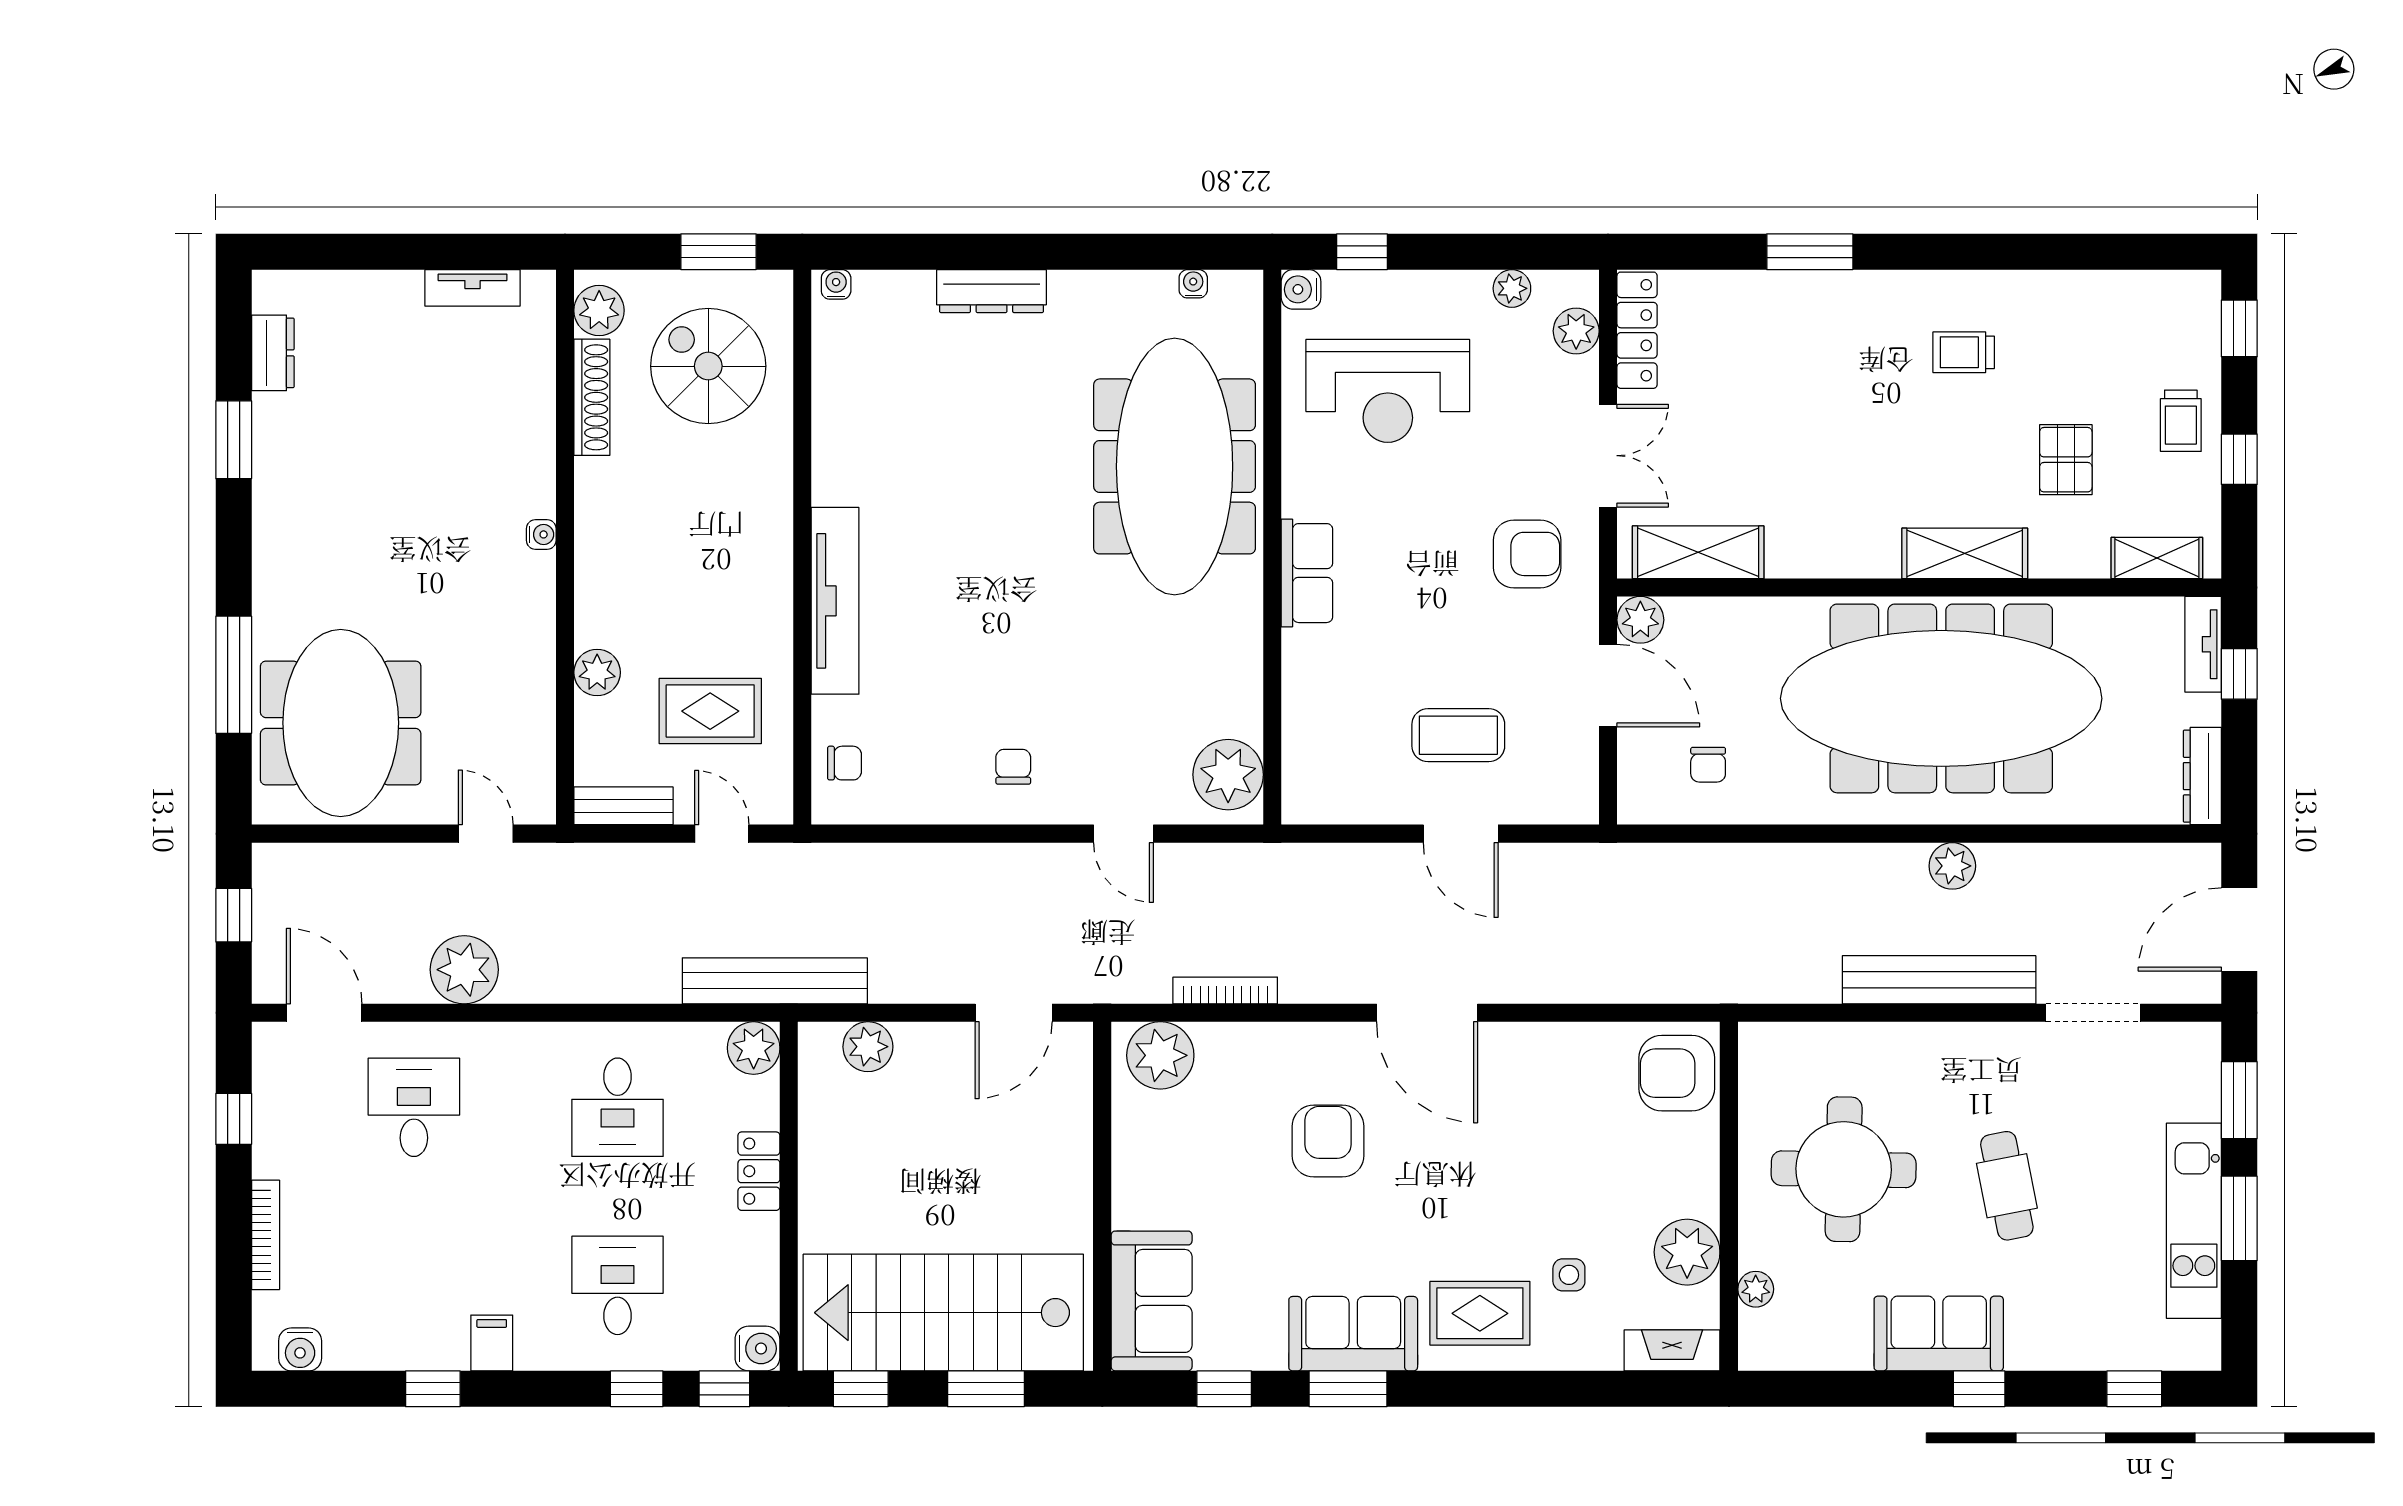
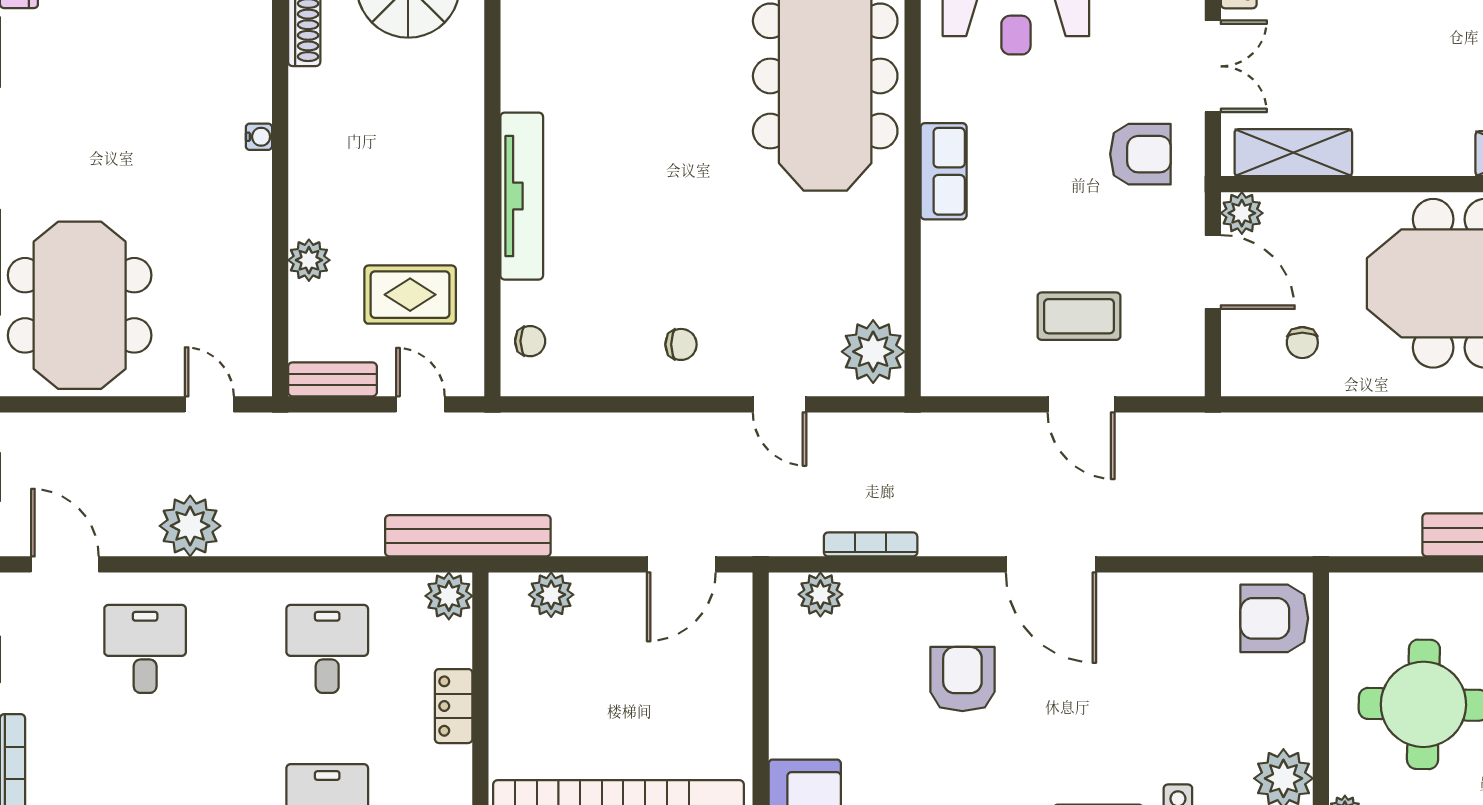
chair: (1013, 767) -> (681, 344), turned 90
plant: (1160, 1055) -> (820, 594), width x0.73, depth x0.73
desk: (618, 1107) -> (327, 649), turned 180

